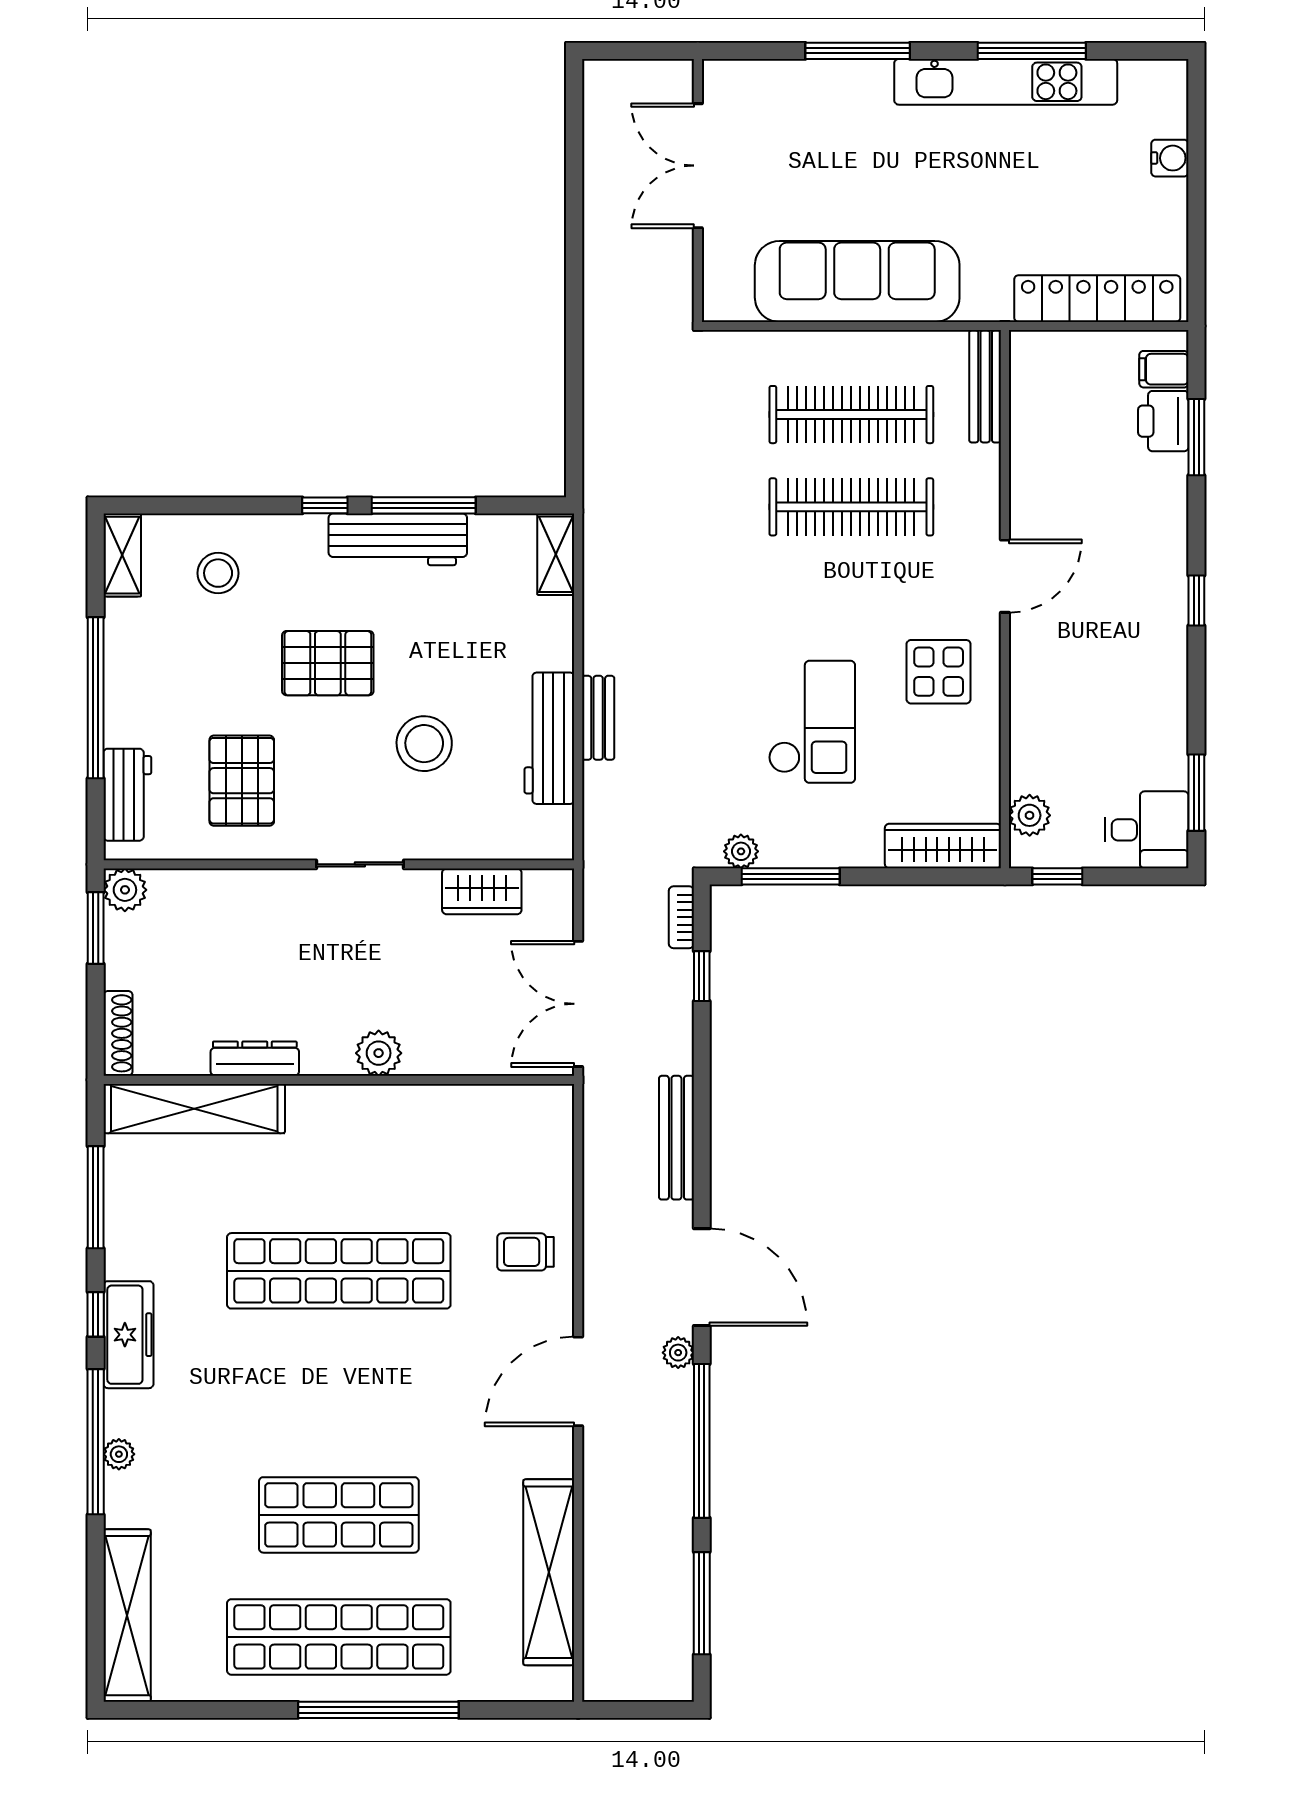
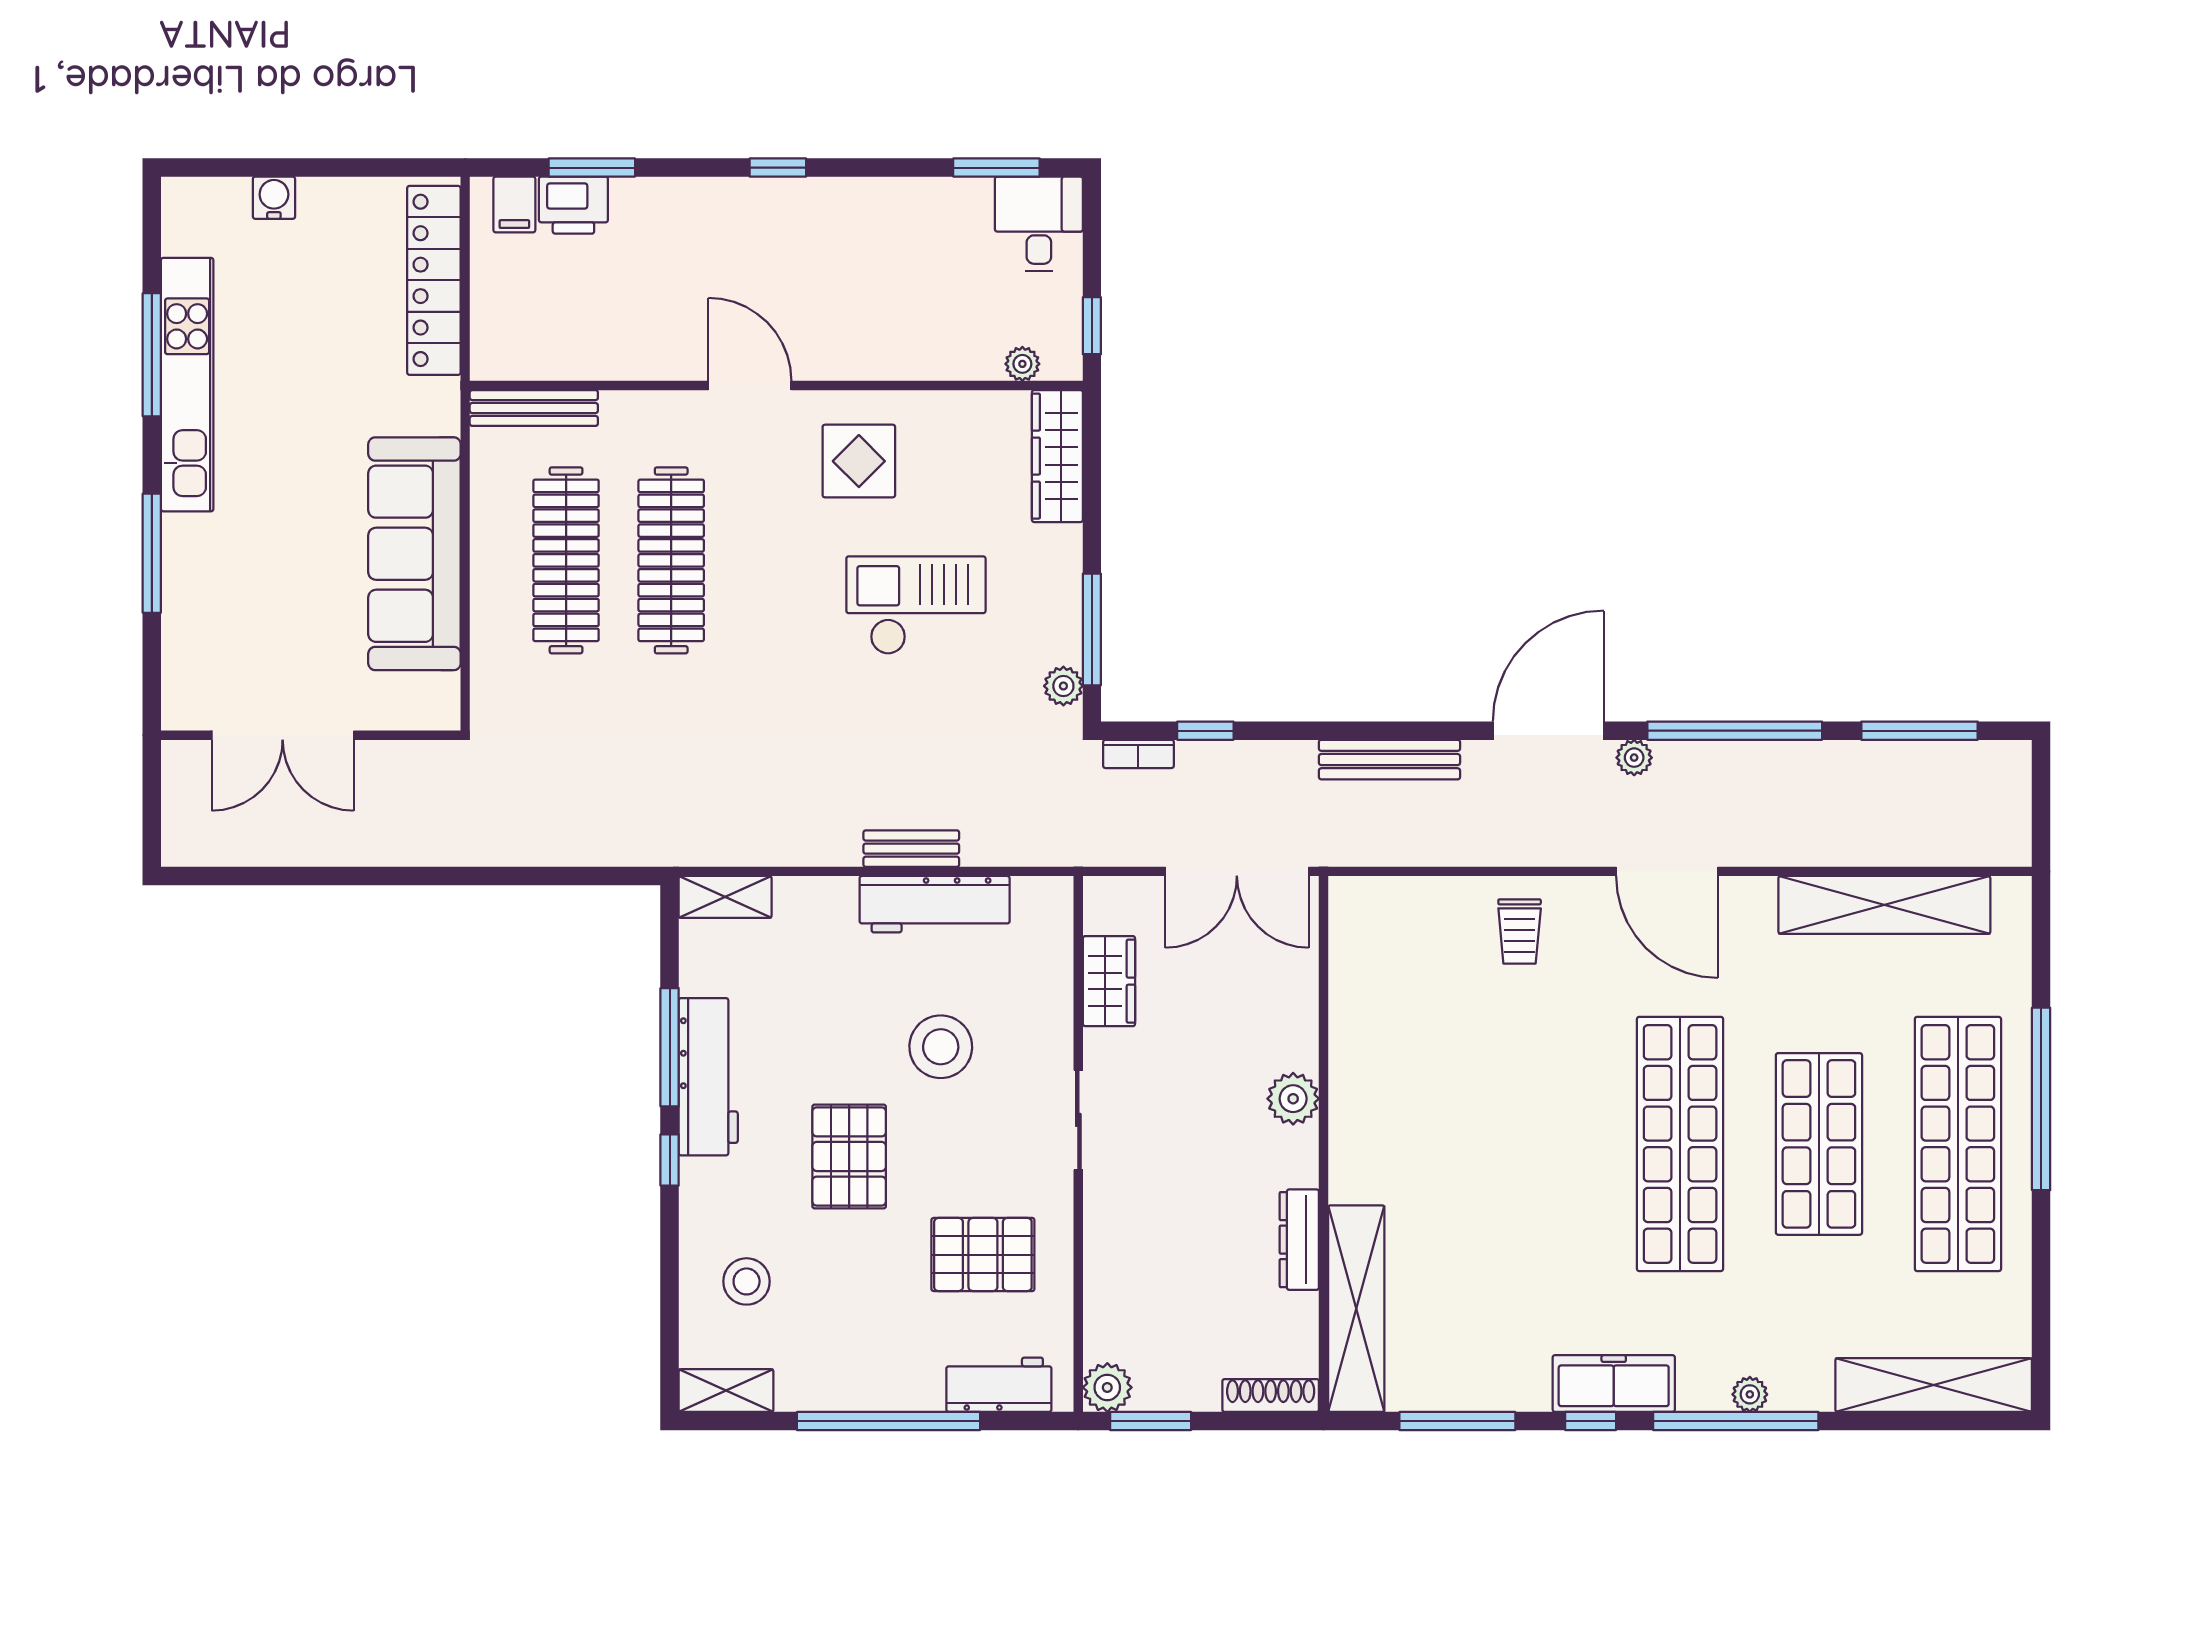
plant: (1030, 815) -> (1022, 364), width x0.73, depth x0.73
shop shelf: (339, 1271) -> (1680, 1144), moved

